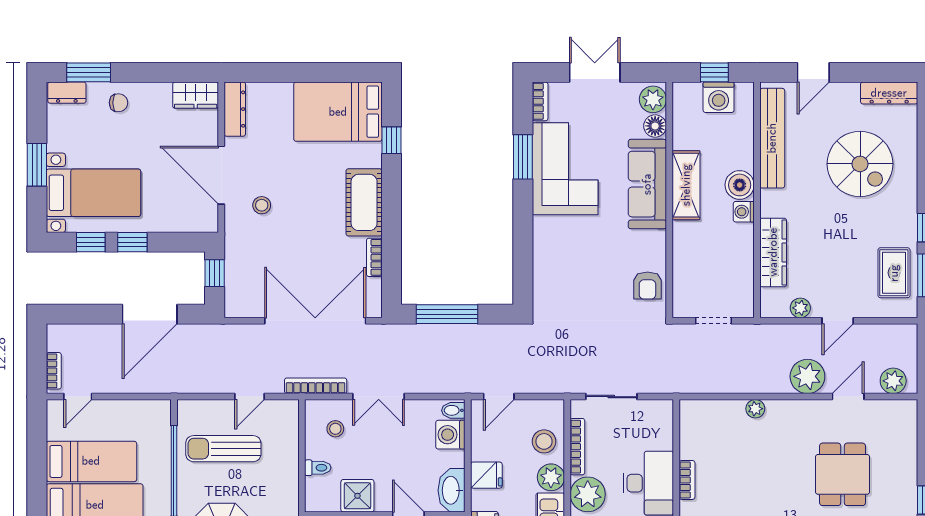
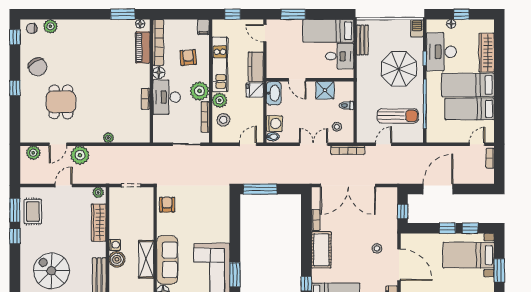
plant: (800, 308) -> (98, 192), moved
window: (447, 314) -> (260, 189), moved
fridge: (486, 475) -> (255, 90), moved

